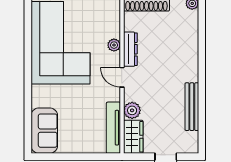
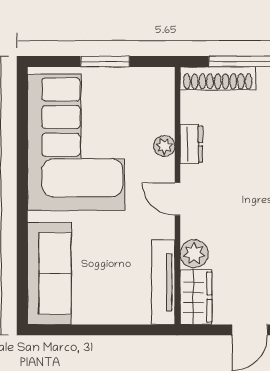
dresser: (130, 49) -> (191, 144), width x0.70
sofa: (44, 131) -> (49, 273), width x1.36

